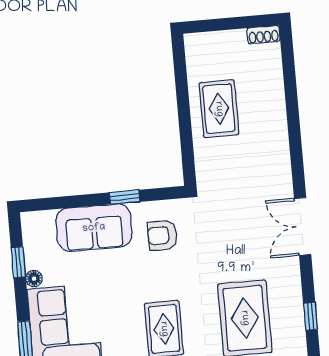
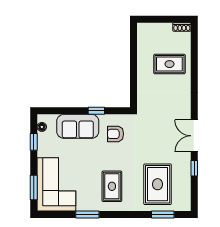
rug: (219, 109) -> (169, 64), moved, turned 90
floor lamp: (34, 279) -> (42, 127), moved
window: (310, 316) -> (194, 168), moved

